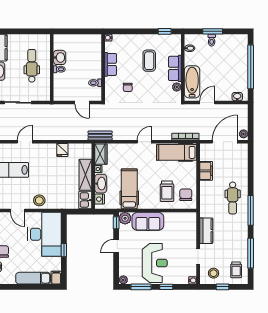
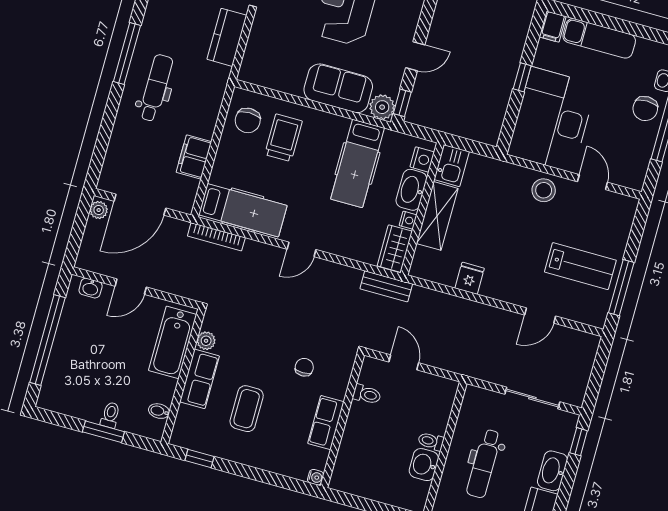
door: (207, 102) -> (131, 287), moved

